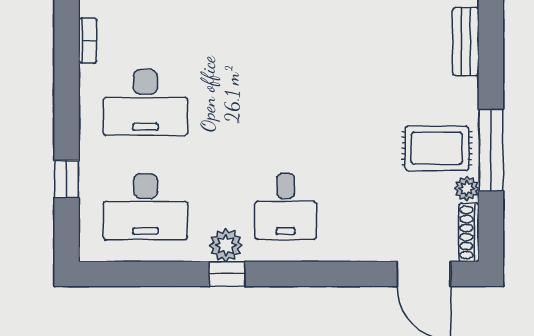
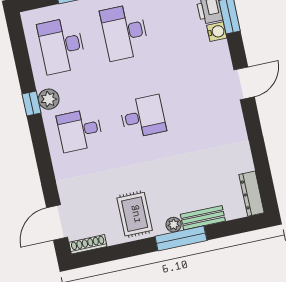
desk: (286, 102) -> (143, 117), added
window: (491, 150) -> (181, 238), moved
plant: (467, 189) -> (174, 225), moved

